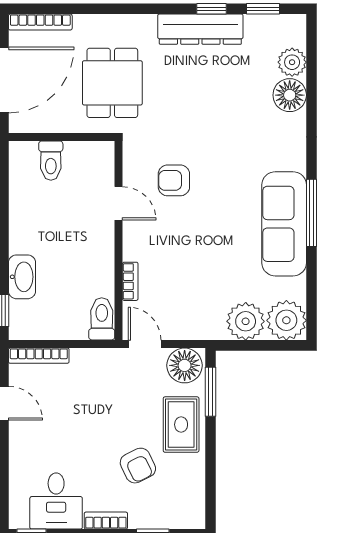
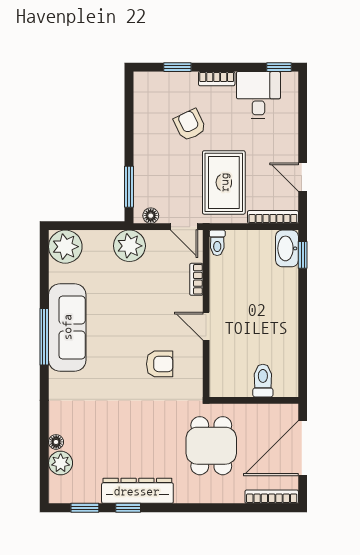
floor lamp: (290, 95) -> (56, 442), width x0.53, depth x0.53
door: (119, 203) -> (206, 326), moved
washbasin: (22, 277) -> (287, 248), moved
toilet: (102, 319) -> (217, 243), width x0.73, depth x0.72
plant: (246, 321) -> (129, 246), moved
floor lamp: (185, 365) -> (151, 216), width x0.53, depth x0.53
rug: (181, 425) -> (224, 182), moved, width x1.36, depth x1.43

